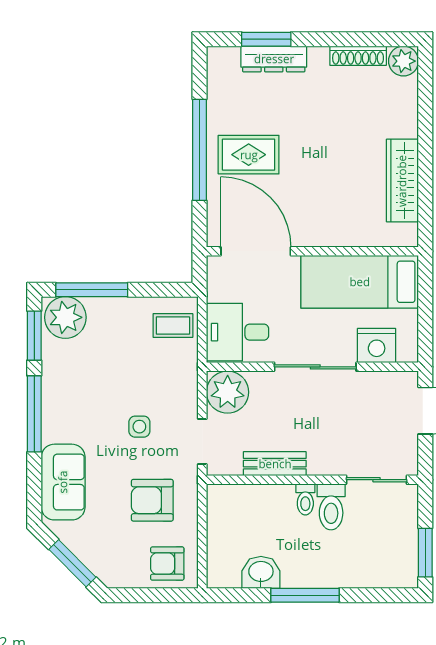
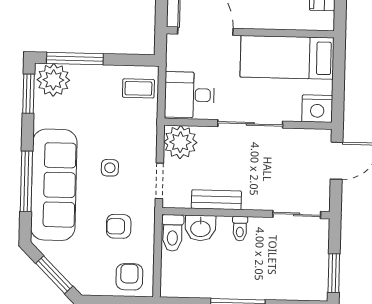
nightstand: (377, 346) -> (317, 109), moved
window: (34, 414) -> (26, 181), moved
sofa: (63, 482) -> (54, 185), width x1.85, depth x1.27
armchair: (152, 500) -> (119, 226), width x0.72, depth x0.72
toilet: (331, 507) -> (172, 233), moved
armchair: (167, 564) -> (129, 277), turned 90
washbasin: (261, 572) -> (200, 228), moved, turned 180

